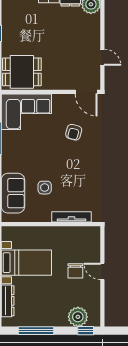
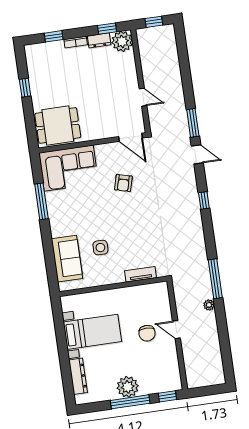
tv unit: (72, 217) -> (141, 274), width x0.71
plant: (78, 317) -> (128, 387), moved
window: (36, 331) -> (130, 402), moved

